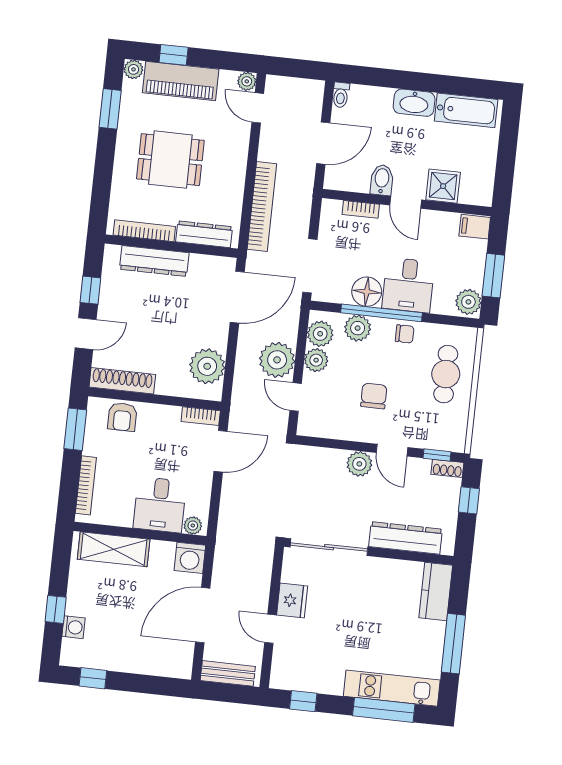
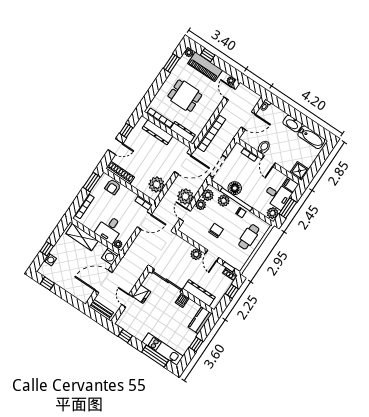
shower: (443, 186) -> (299, 171), moved
desk: (408, 285) -> (277, 196), moved, turned -90
dishwasher: (379, 570) -> (182, 300), added
window: (453, 644) -> (196, 344), width x0.46

